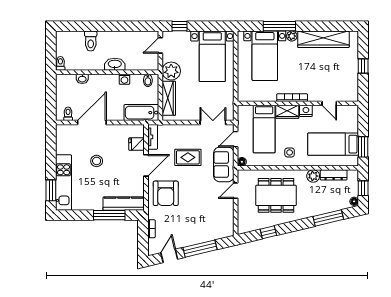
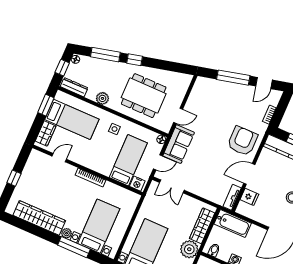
door: (329, 103) -> (59, 158), hinge flipped
nightstand: (306, 111) -> (137, 184), moved
wardrobe: (287, 112) -> (46, 133), moved, turned 90
rug: (188, 157) -> (208, 165), removed
dresser: (334, 175) -> (74, 87), moved
window: (268, 232) -> (135, 60), moved

